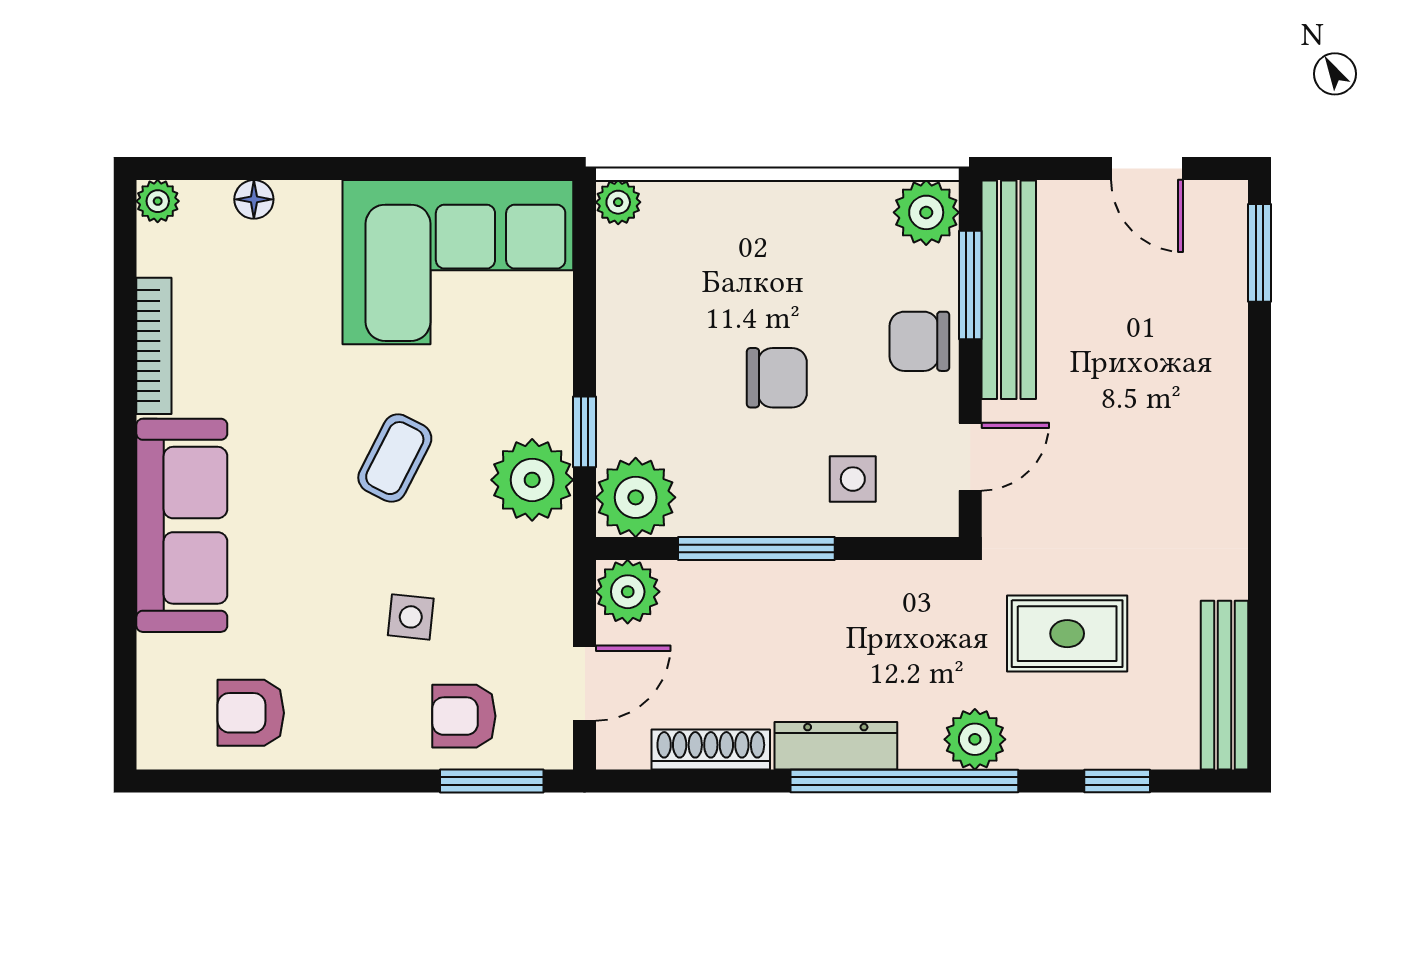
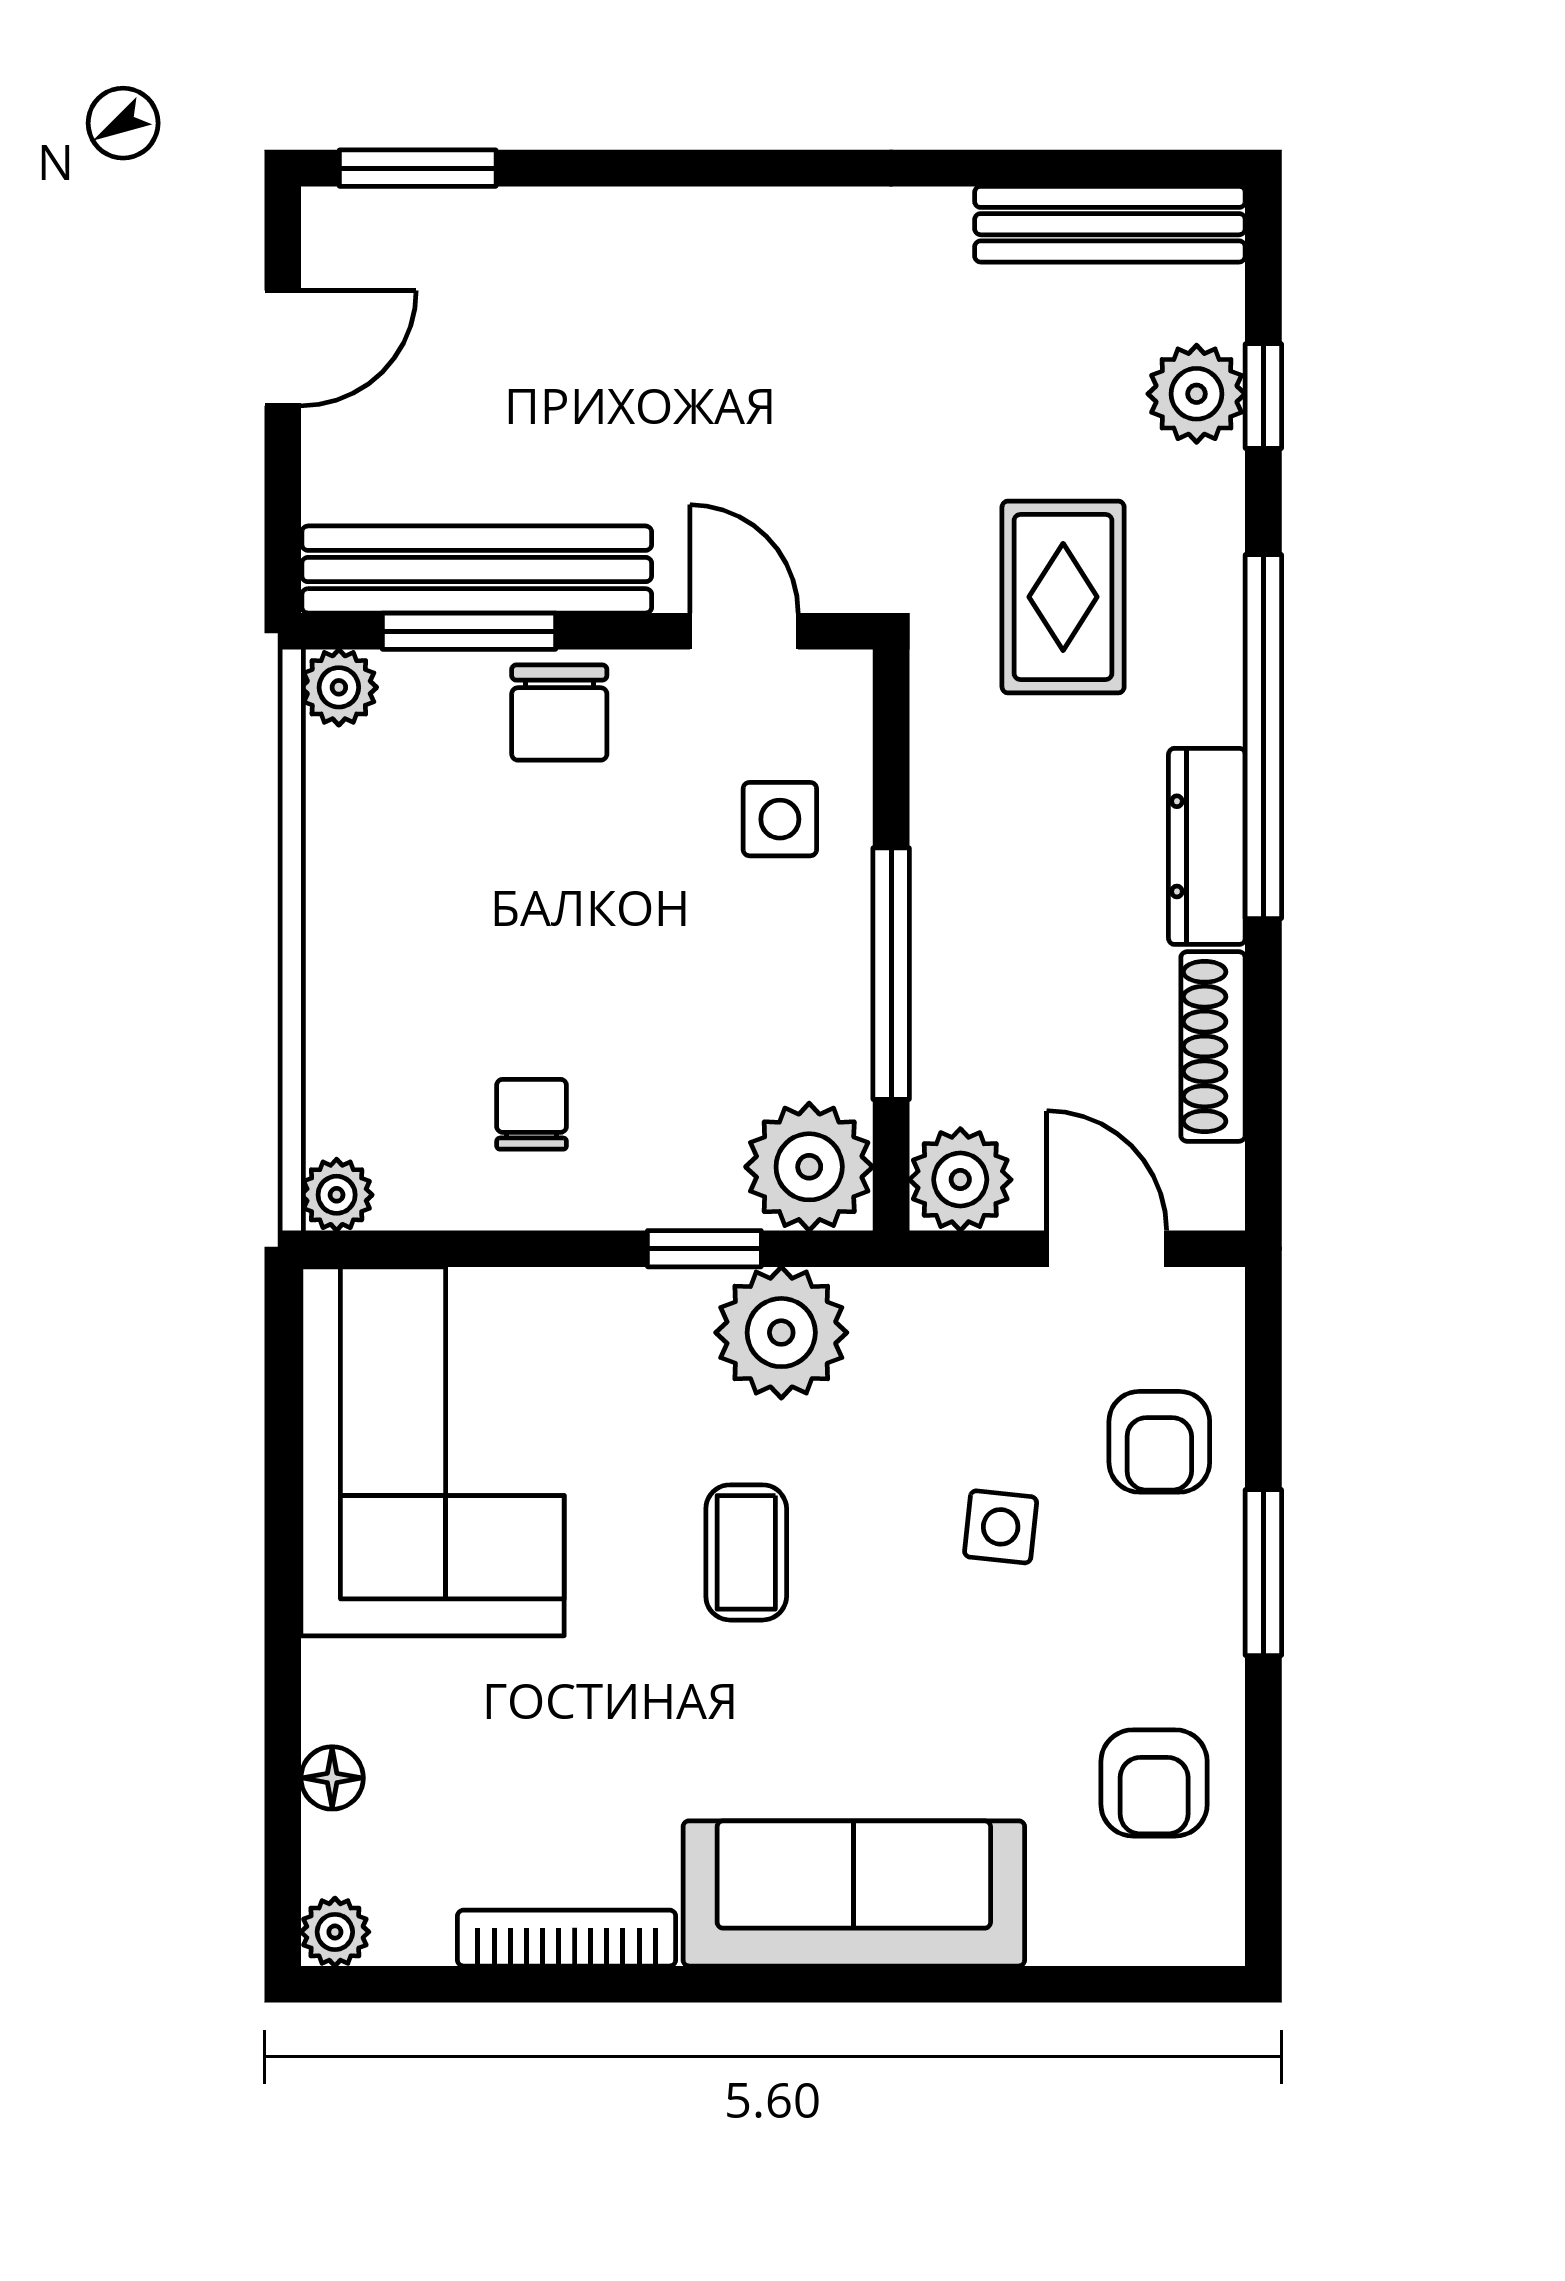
plant: (926, 212) -> (339, 687), width x0.73, depth x0.73
chair: (777, 378) -> (532, 1114), moved, width x0.73, depth x0.73
coffee table: (395, 458) -> (746, 1552), turned 63
rug: (1067, 634) -> (1063, 597), moved
plant: (975, 739) -> (1197, 394), moved
window: (492, 781) -> (1263, 1573), moved

